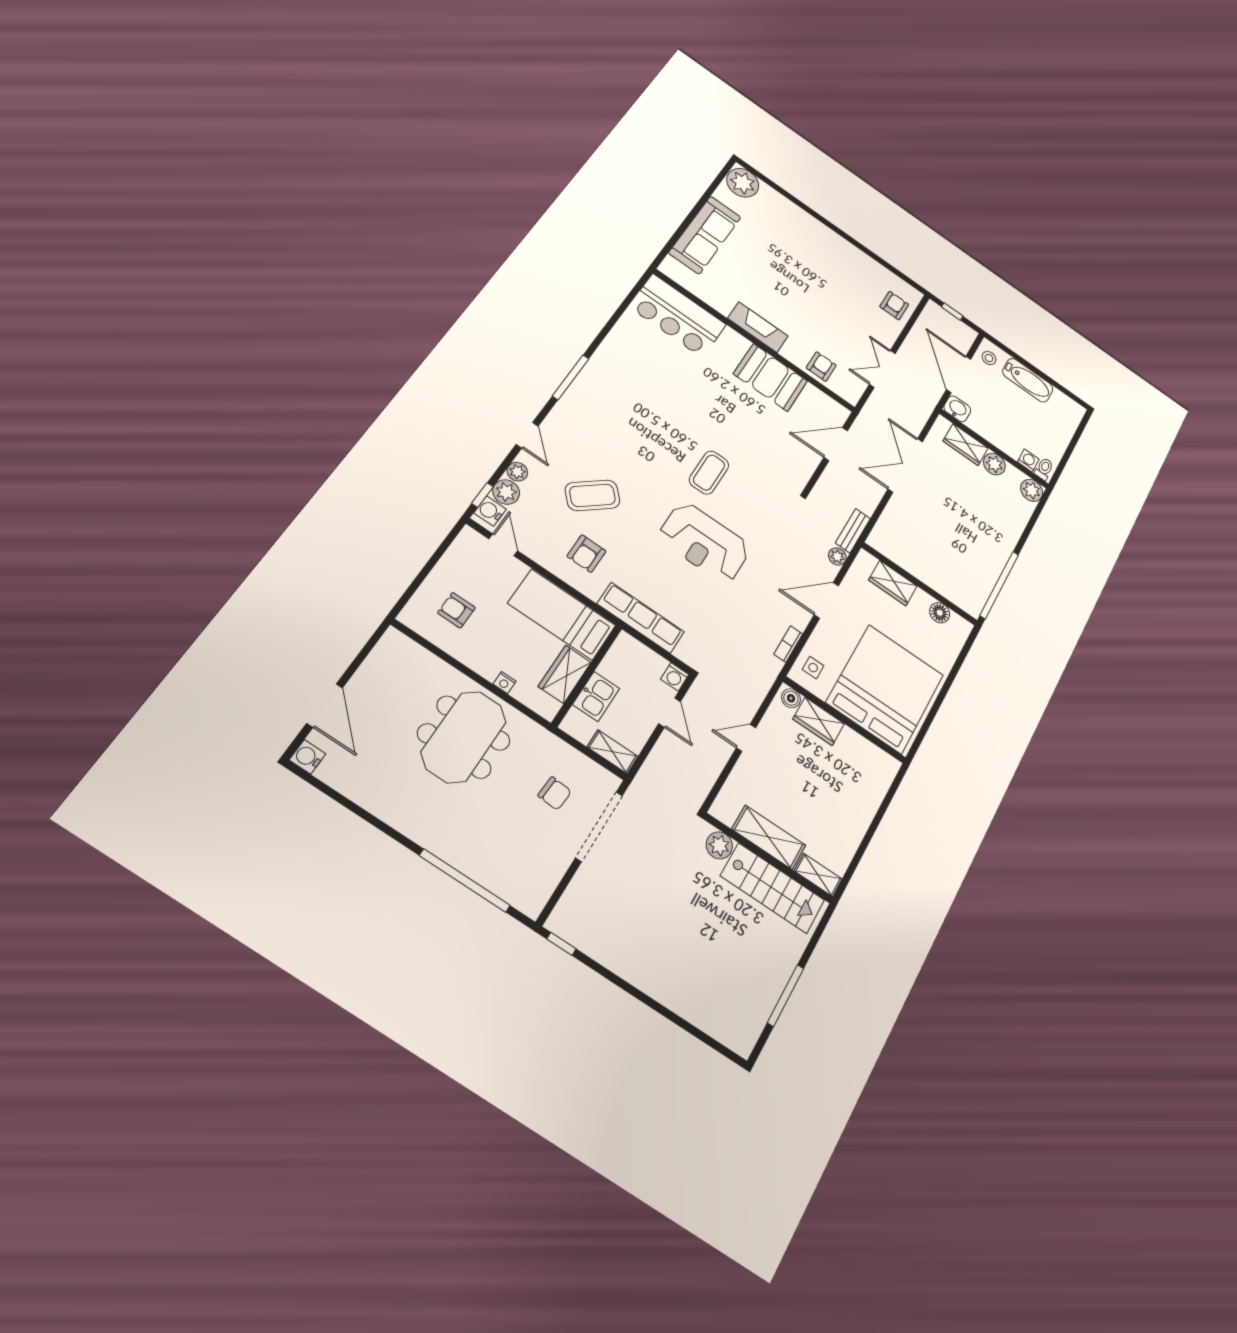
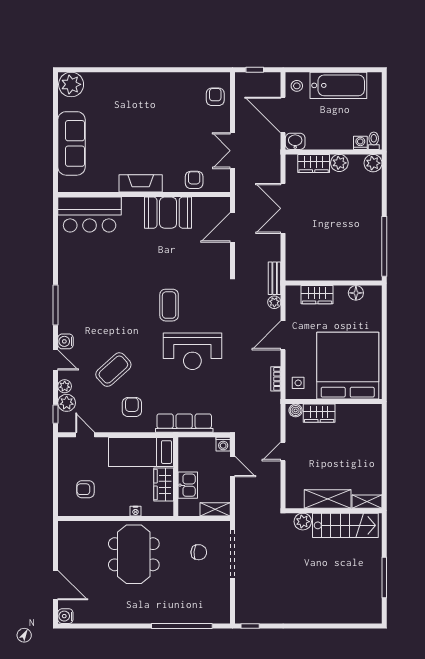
bathtub: (1028, 380) -> (338, 85), width x1.36, depth x1.36
water cooler: (490, 511) -> (66, 341), moved
armchair: (586, 554) -> (132, 407), turned 180

